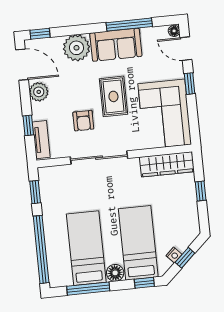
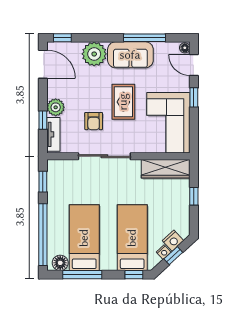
plant: (39, 92) -> (56, 107), moved
nightstand: (183, 241) -> (173, 241), added
floor lamp: (115, 273) -> (60, 263), moved

